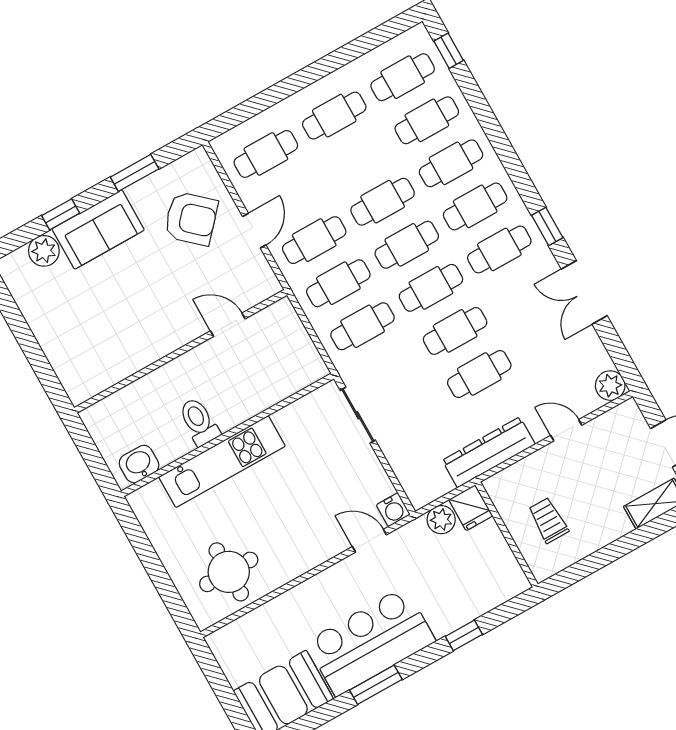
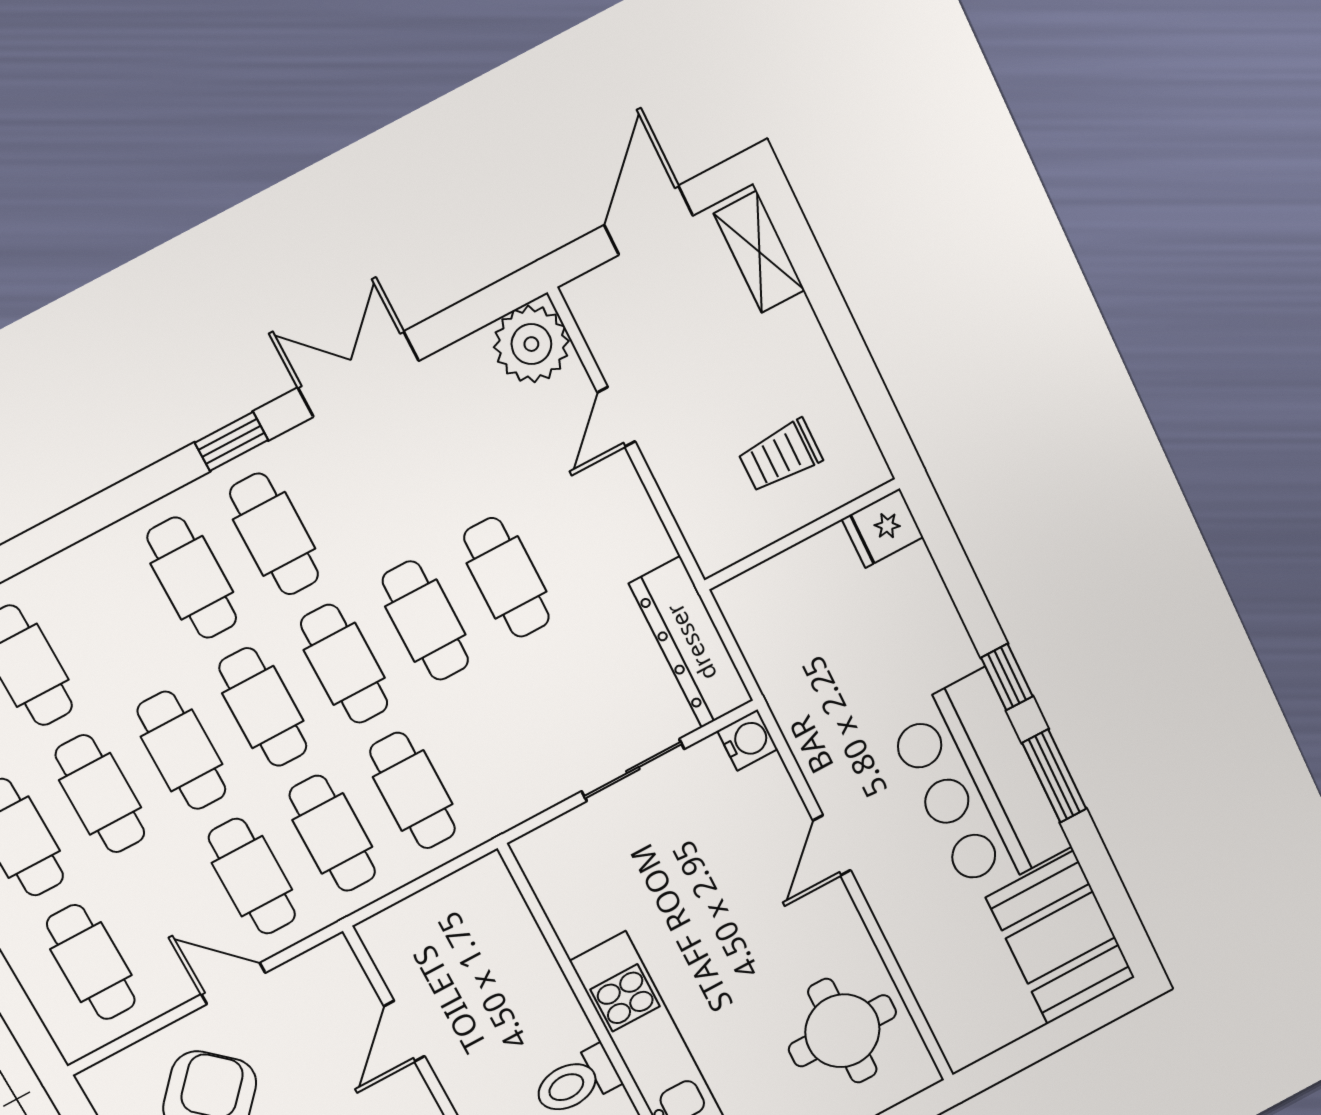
cafe table: (451, 163) -> (100, 794), moved
double door: (584, 292) -> (358, 374), swing flipped
plant: (610, 386) -> (531, 344), width x1.36, depth x1.36
sliding door: (358, 415) -> (633, 770), moved
dresser: (489, 452) -> (691, 642), moved
fridge: (470, 508) -> (883, 528), moved, turned 180
plant: (441, 520) -> (769, 653), removed
door: (369, 541) -> (832, 845), moved
window: (464, 635) -> (1007, 677), moved

